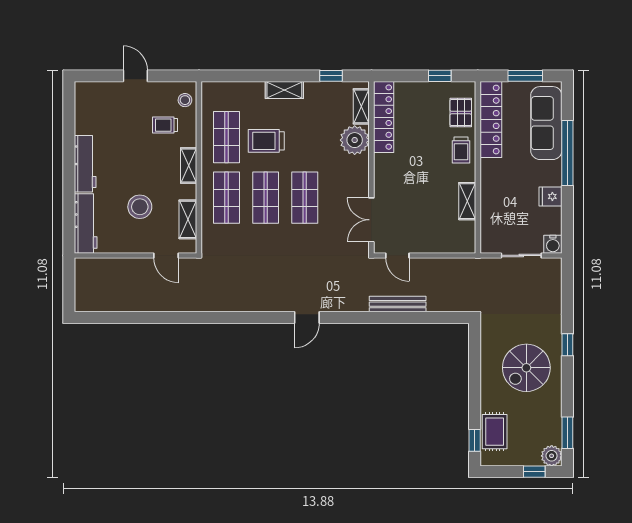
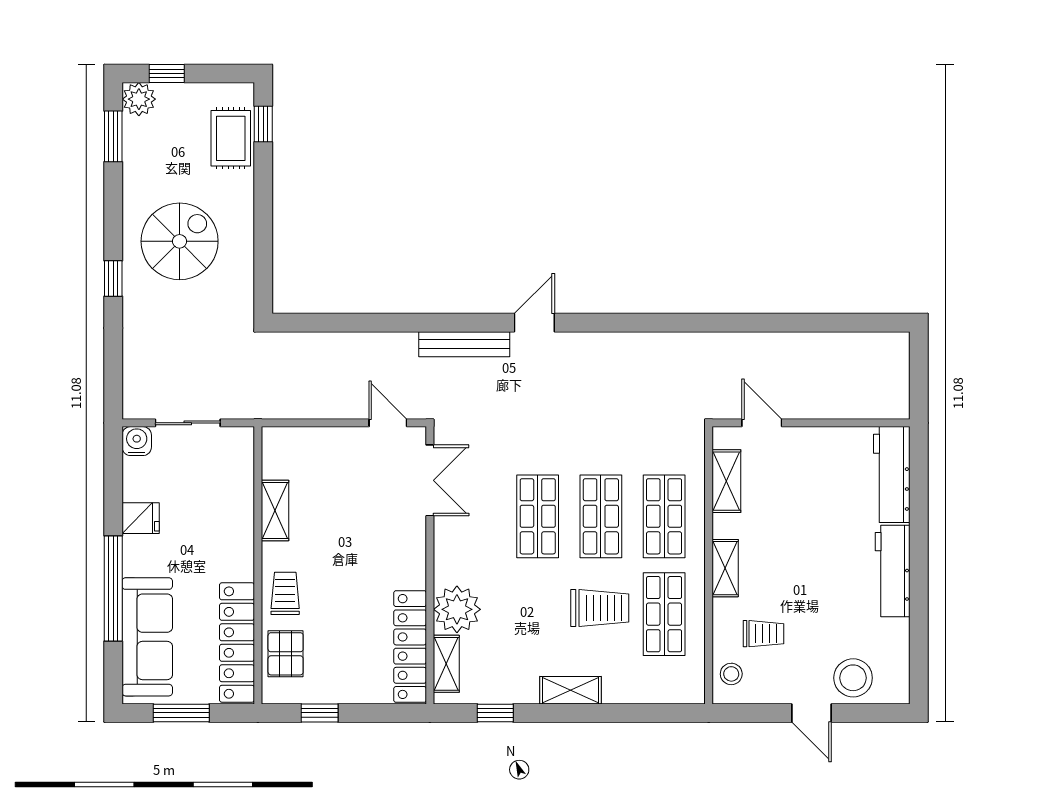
stool: (140, 207) -> (853, 678), moved
bench: (398, 304) -> (464, 344), moved

